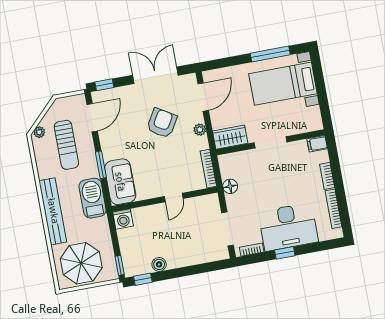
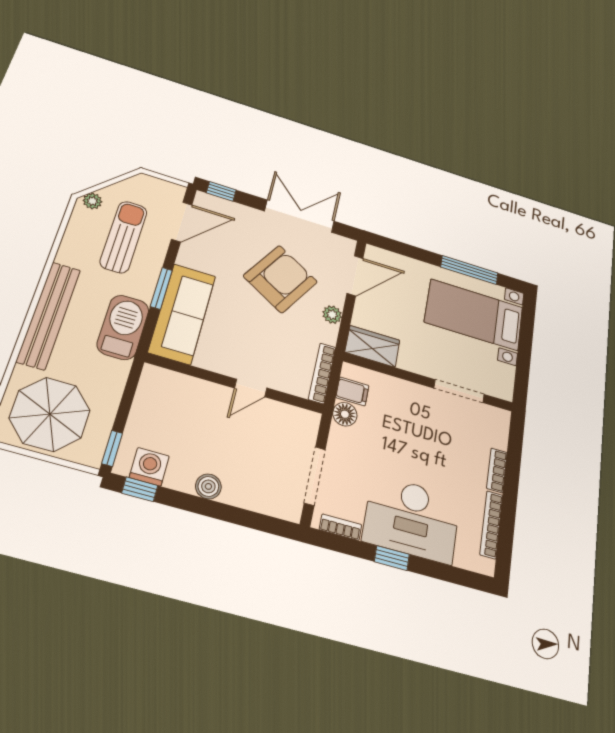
armchair: (162, 123) -> (280, 279), width x1.36, depth x1.36
doorway: (270, 142) -> (459, 391), moved
filing cabinet: (317, 144) -> (352, 391), moved, turned 180
sun lounger: (66, 145) -> (124, 237), turned 180
sofa: (120, 182) -> (182, 314), width x1.36
washing machine: (123, 219) -> (149, 467), moved, turned 180
boiler: (159, 264) -> (208, 486), moved

